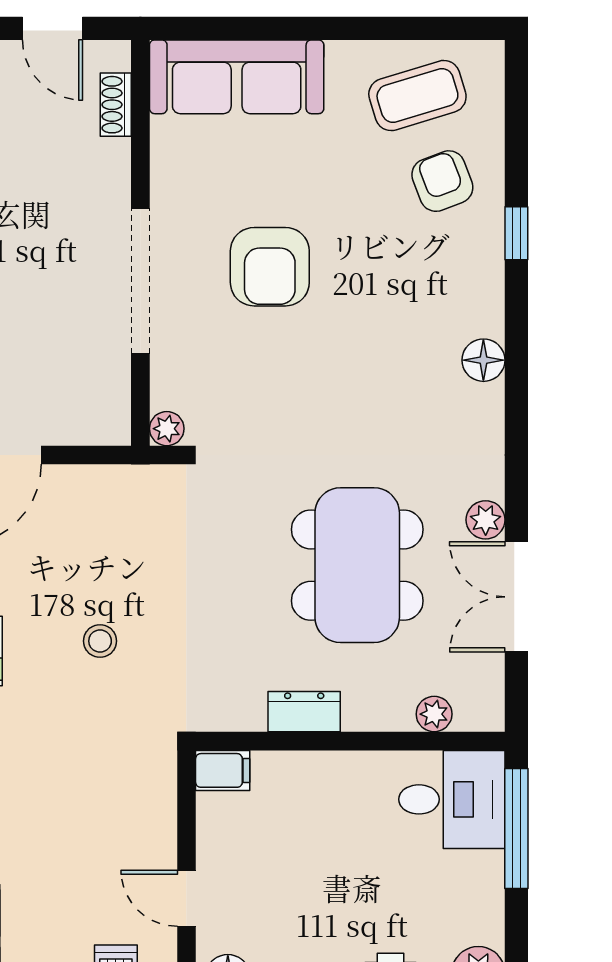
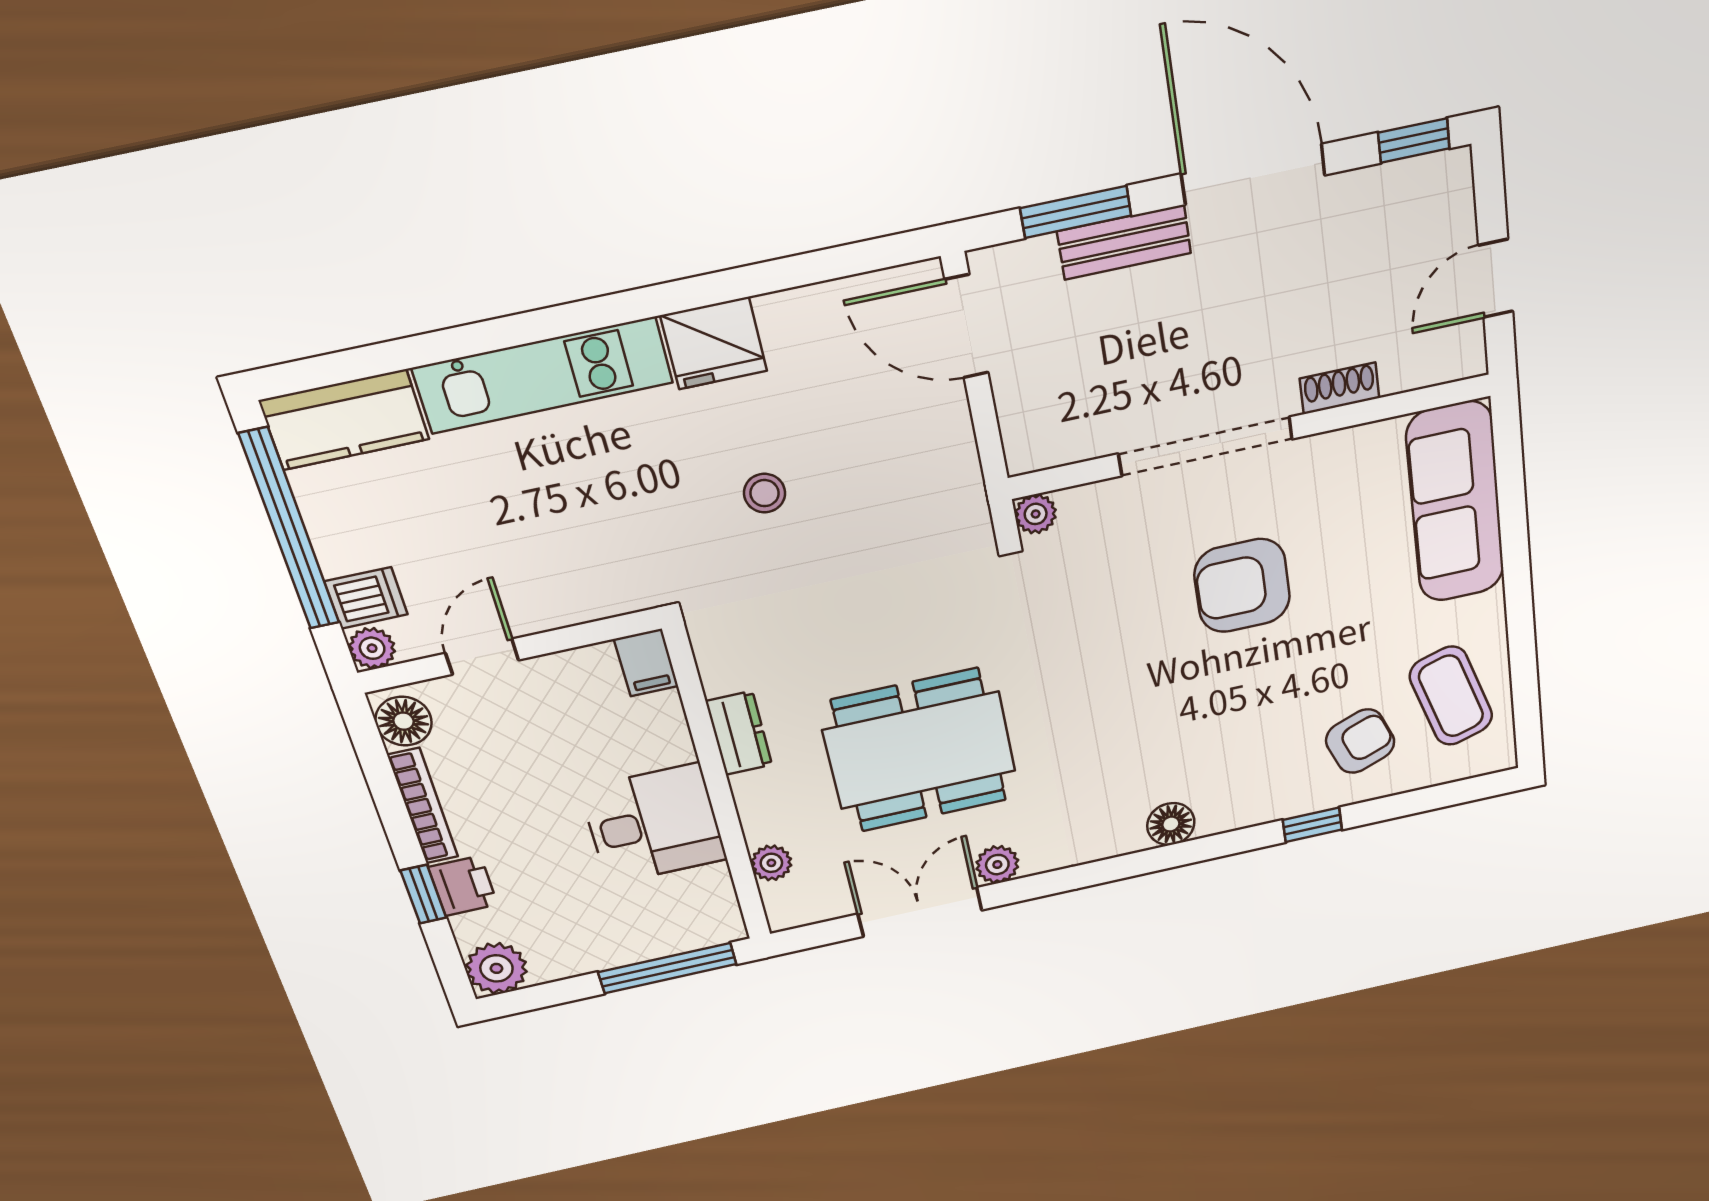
shoe rack: (116, 105) -> (1340, 388), moved
desk: (452, 799) -> (654, 824), moved, turned -90

